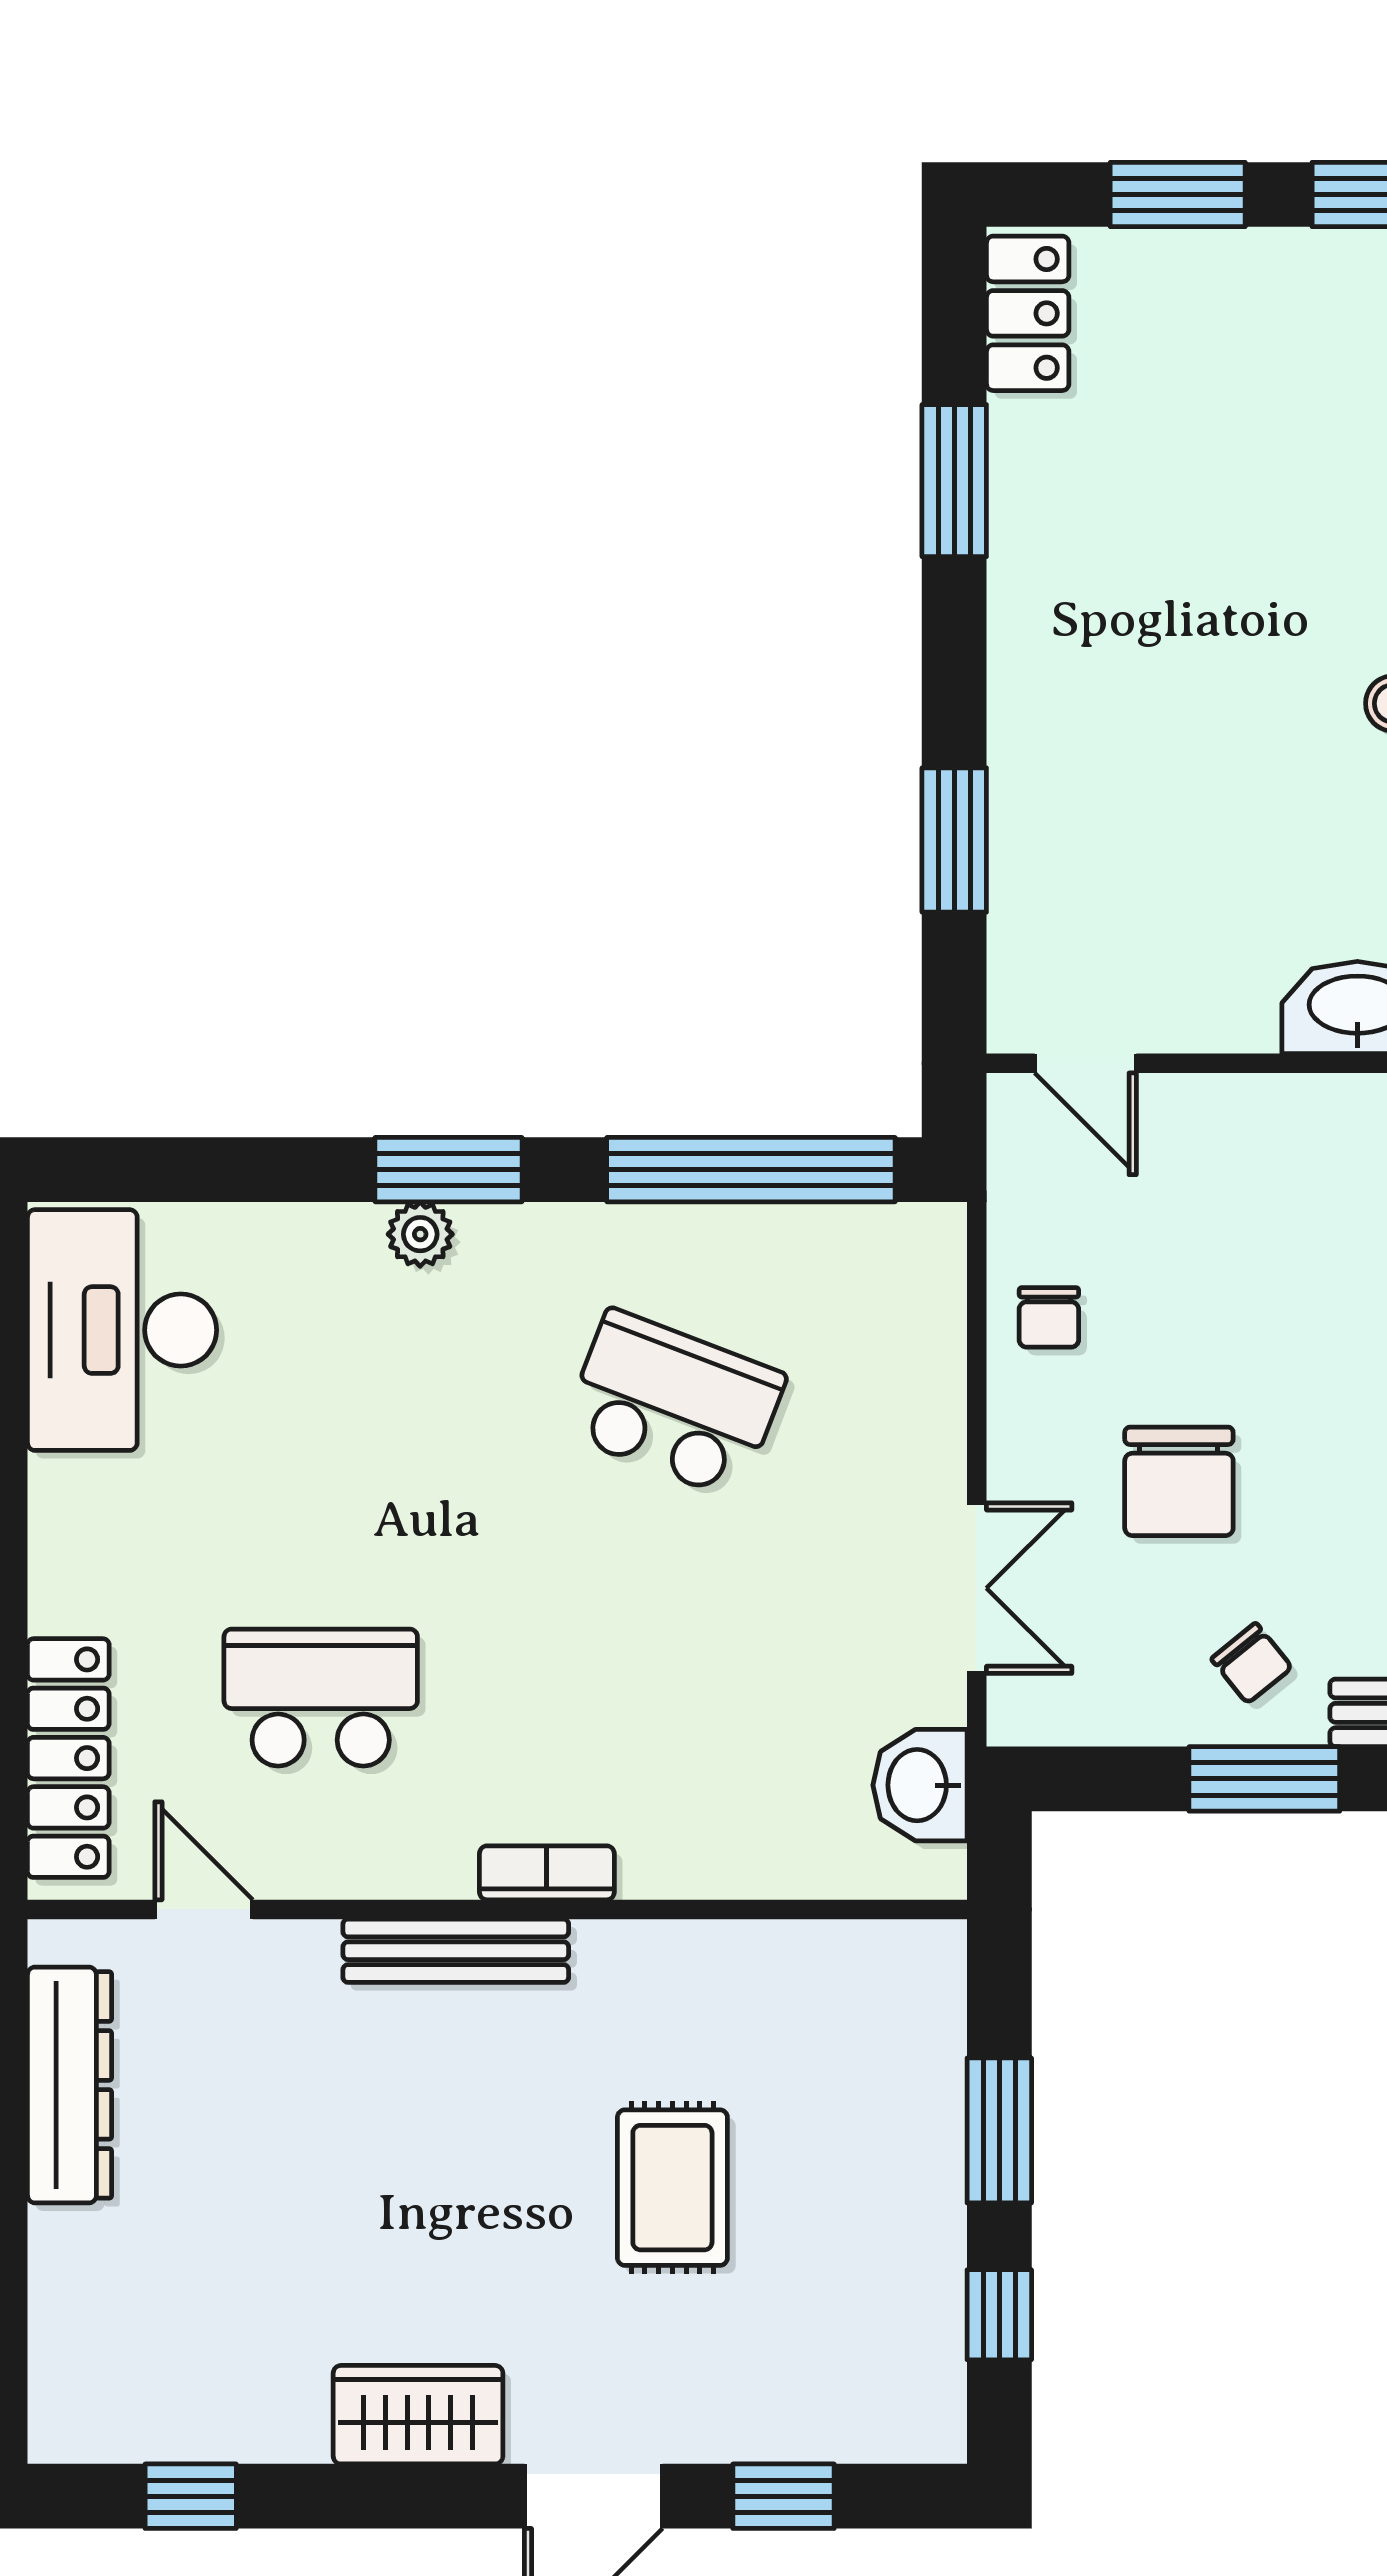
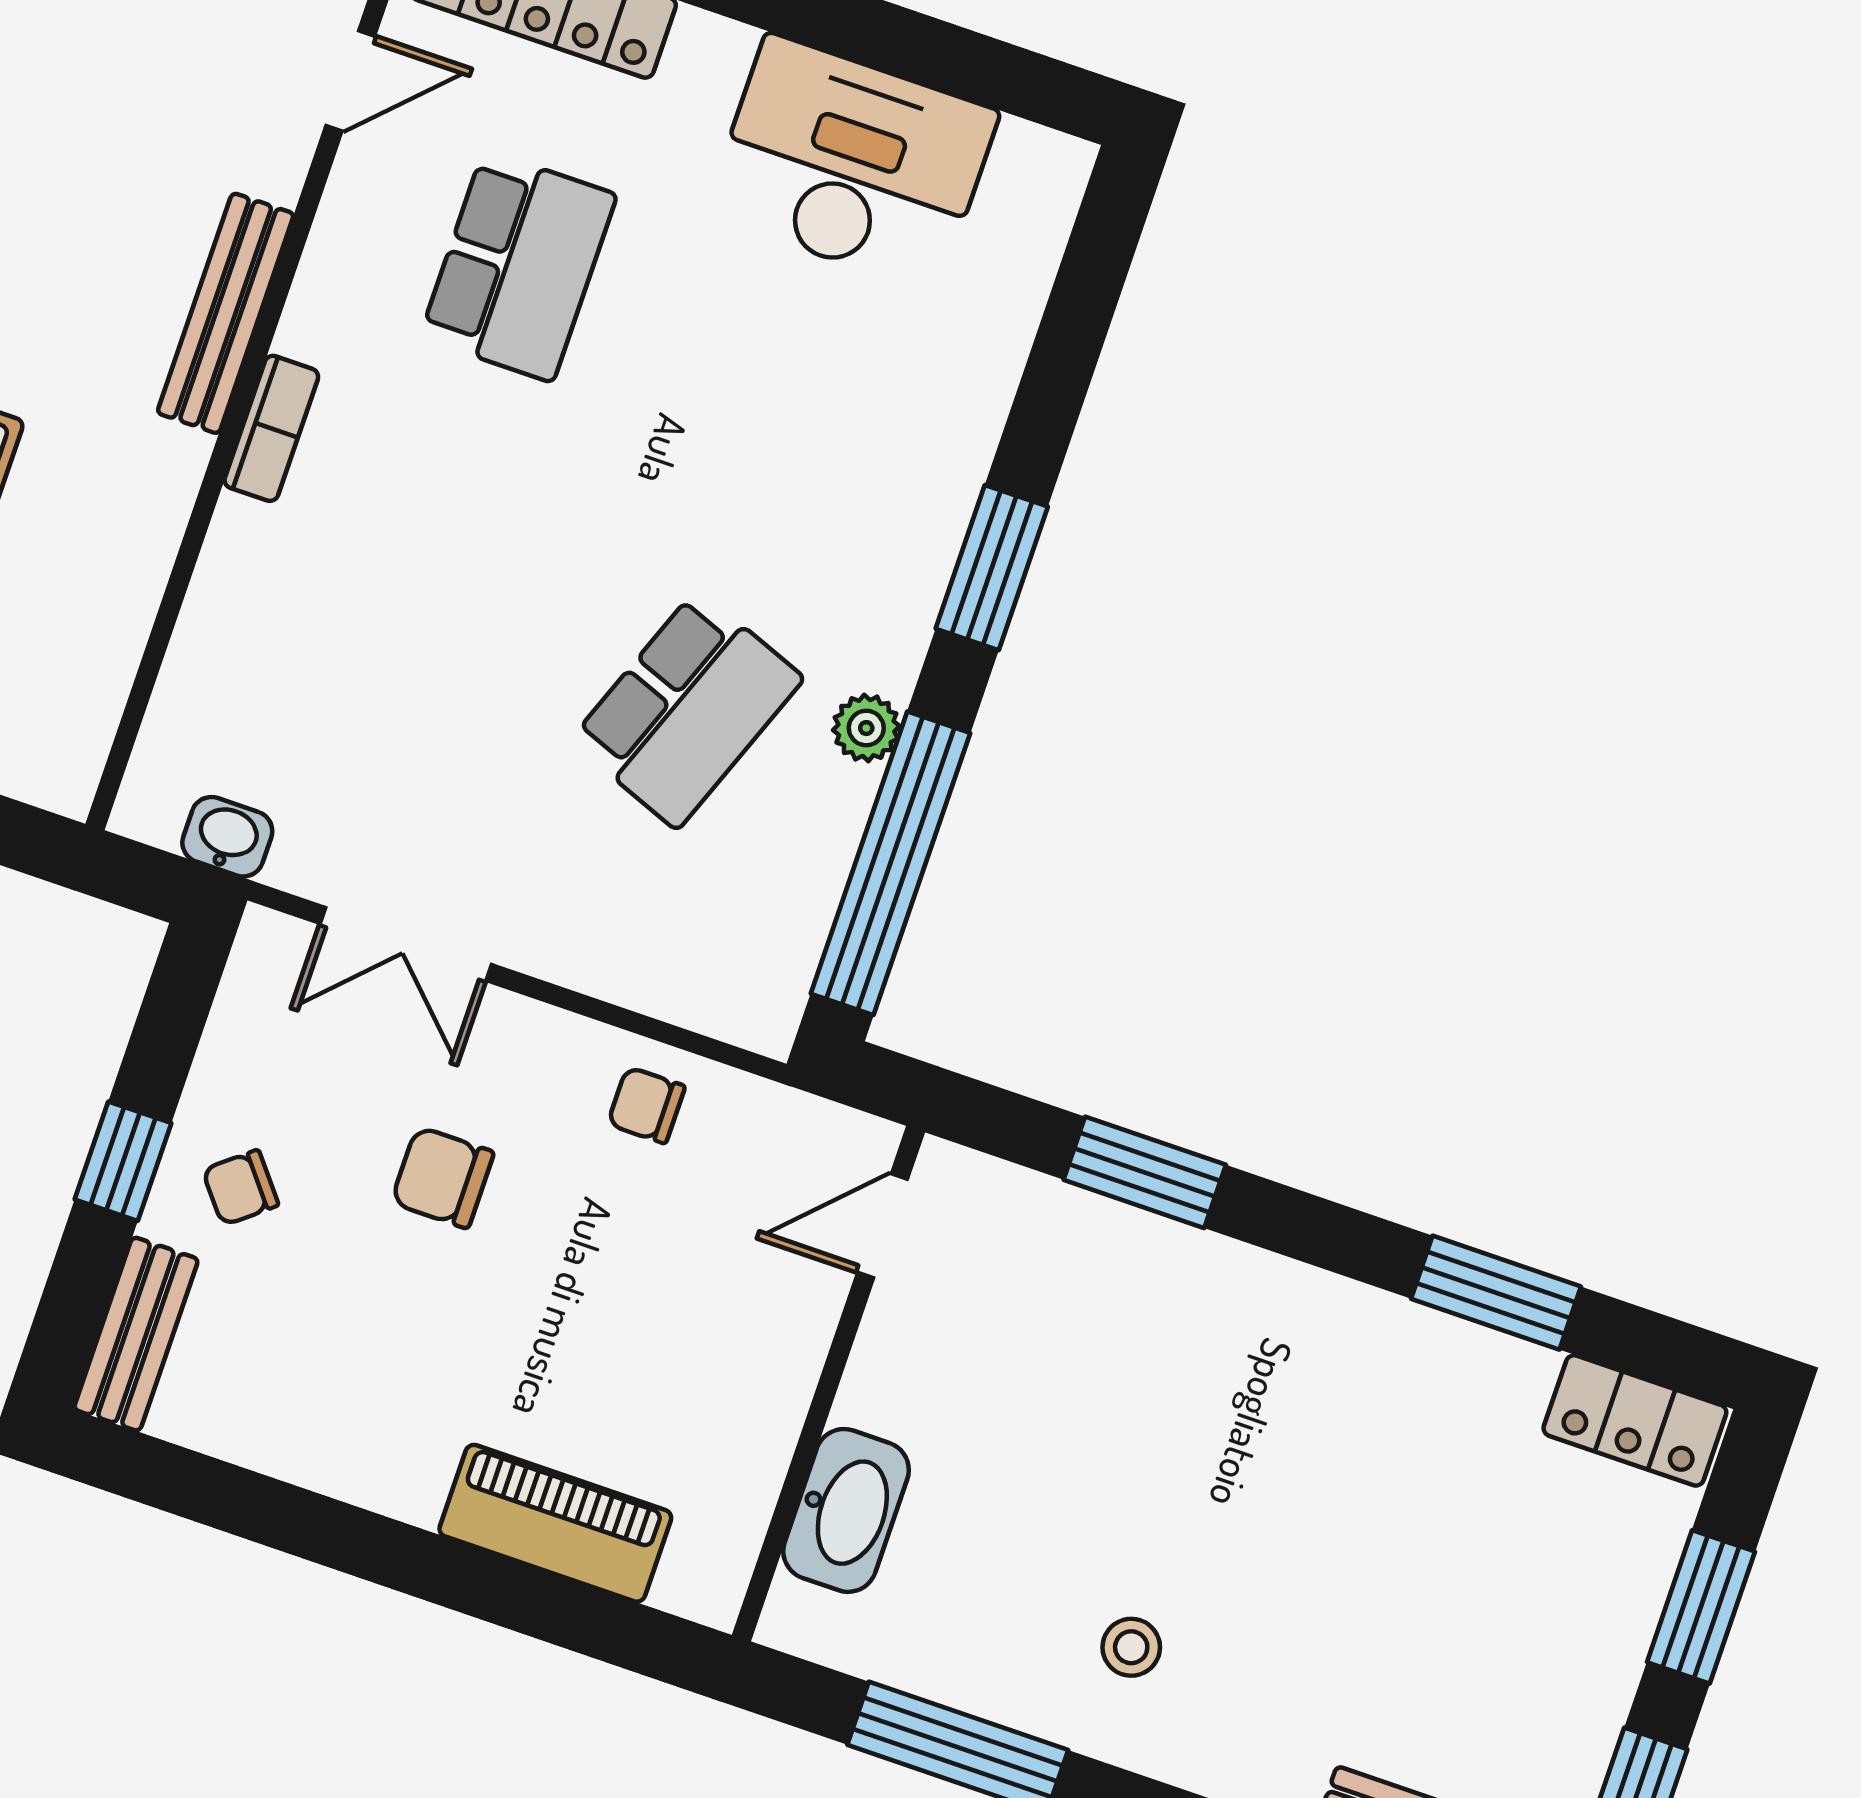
plant: (420, 1234) -> (866, 728), moved
desk: (122, 1330) -> (852, 163), moved
chair: (1179, 1481) -> (442, 1177), width x0.73, depth x0.73
window: (1264, 1779) -> (123, 1161), width x0.67
washbasin: (920, 1785) -> (227, 837), width x0.72, depth x0.69

